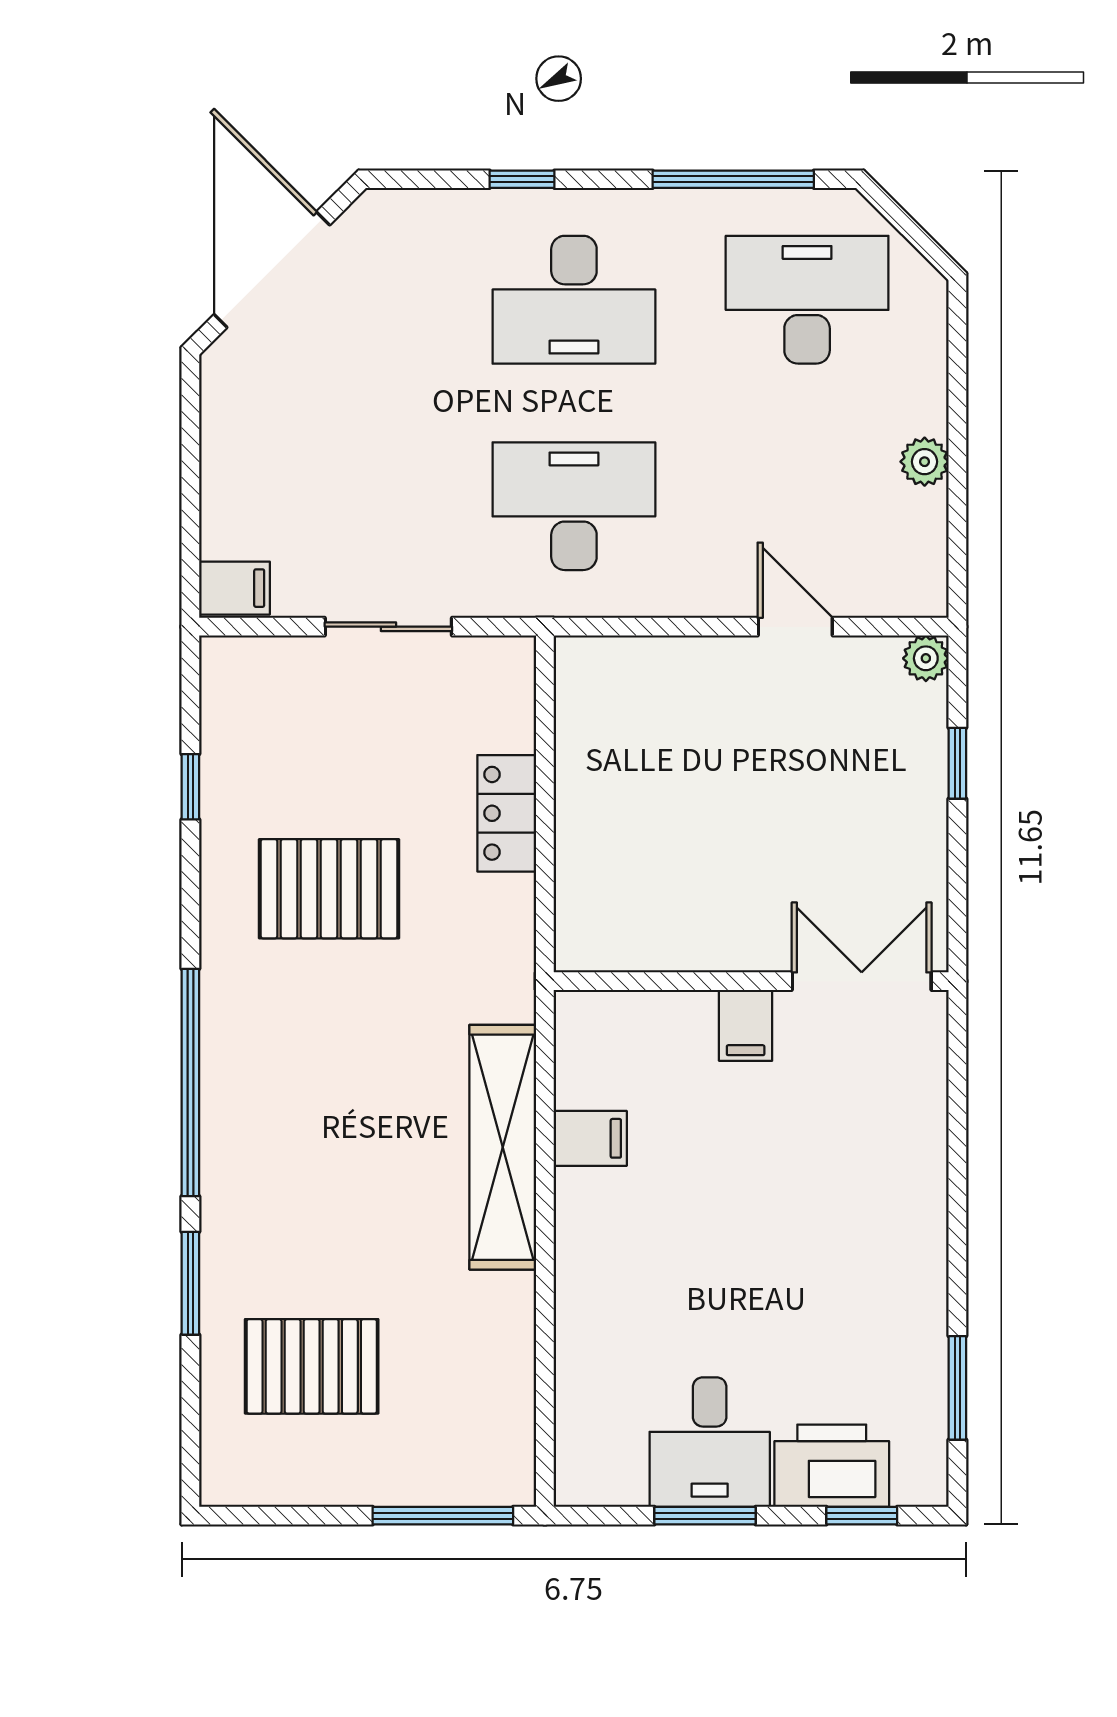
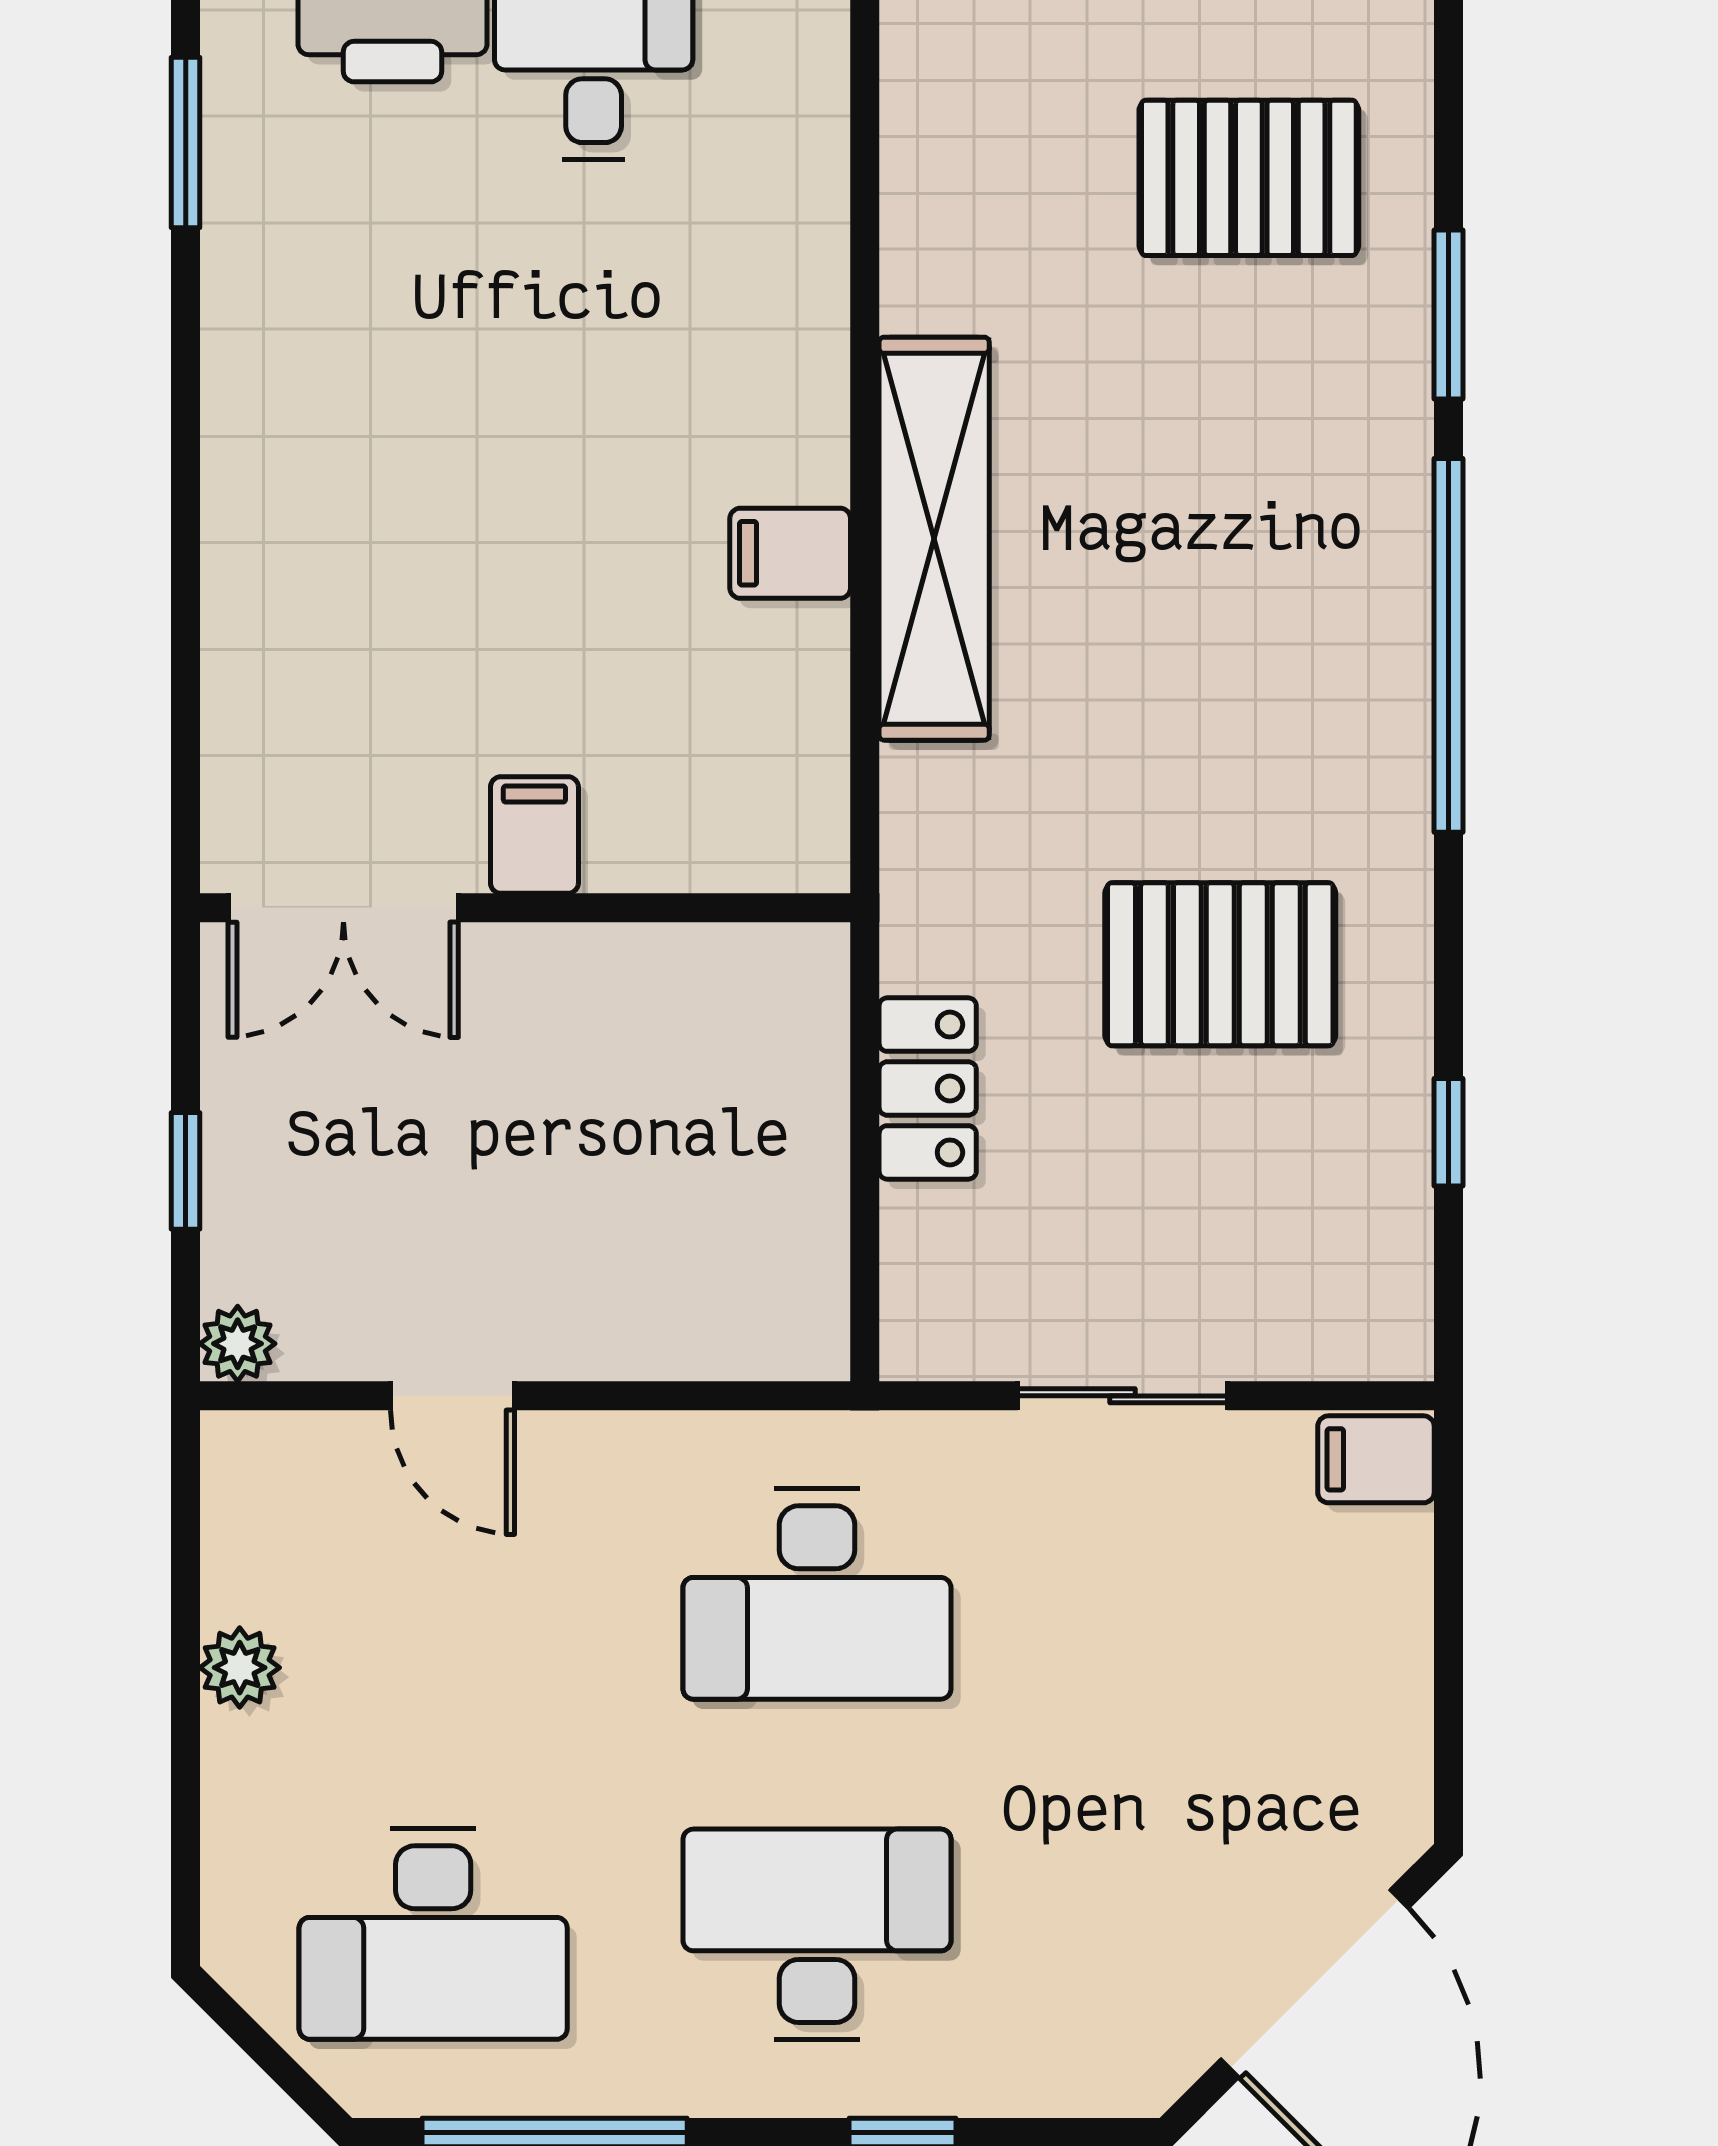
wall: (751, 981) -> (525, 908), moved
double door: (862, 981) -> (343, 908), moved
filing cabinet: (746, 1025) -> (534, 835), moved

